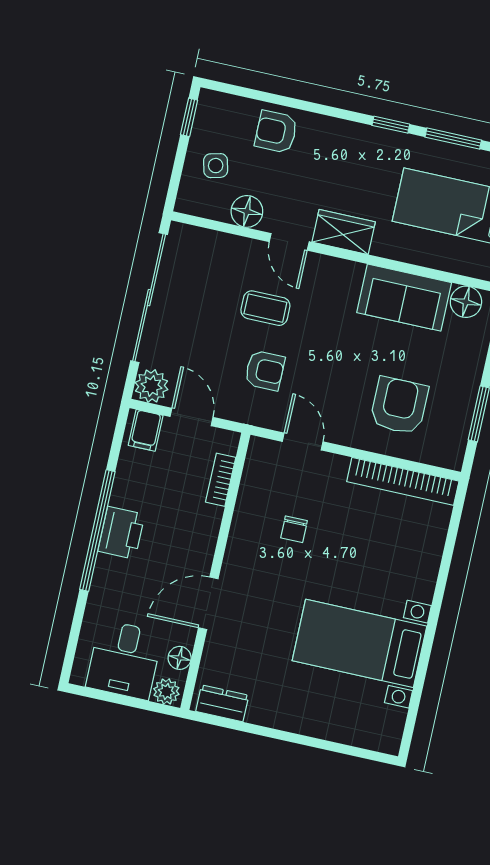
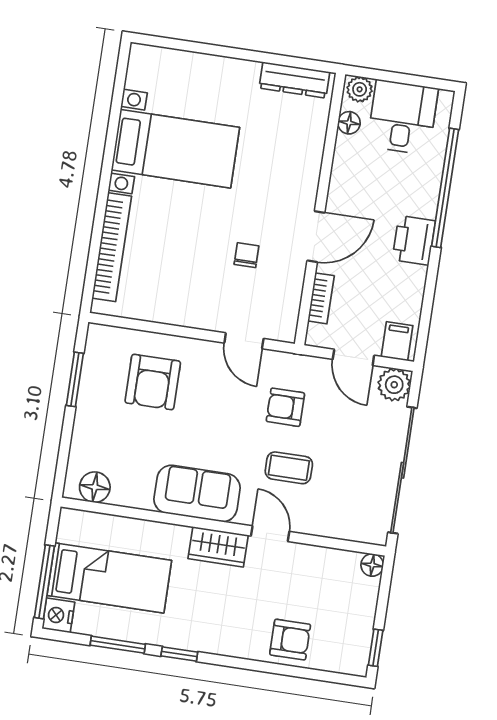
side table: (216, 166) -> (347, 603), removed
floor lamp: (247, 211) -> (372, 565), moved, width x0.73, depth x0.73
sofa: (404, 298) -> (197, 494), moved
bookcase: (403, 481) -> (112, 247), moved, turned 90
window: (97, 531) -> (445, 188), moved
door: (208, 603) -> (316, 237), moved
dresser: (222, 703) -> (294, 80), width x1.44

